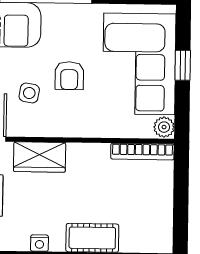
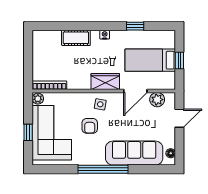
armchair: (69, 76) -> (90, 126), turned 180
side table: (29, 93) -> (100, 104), moved

